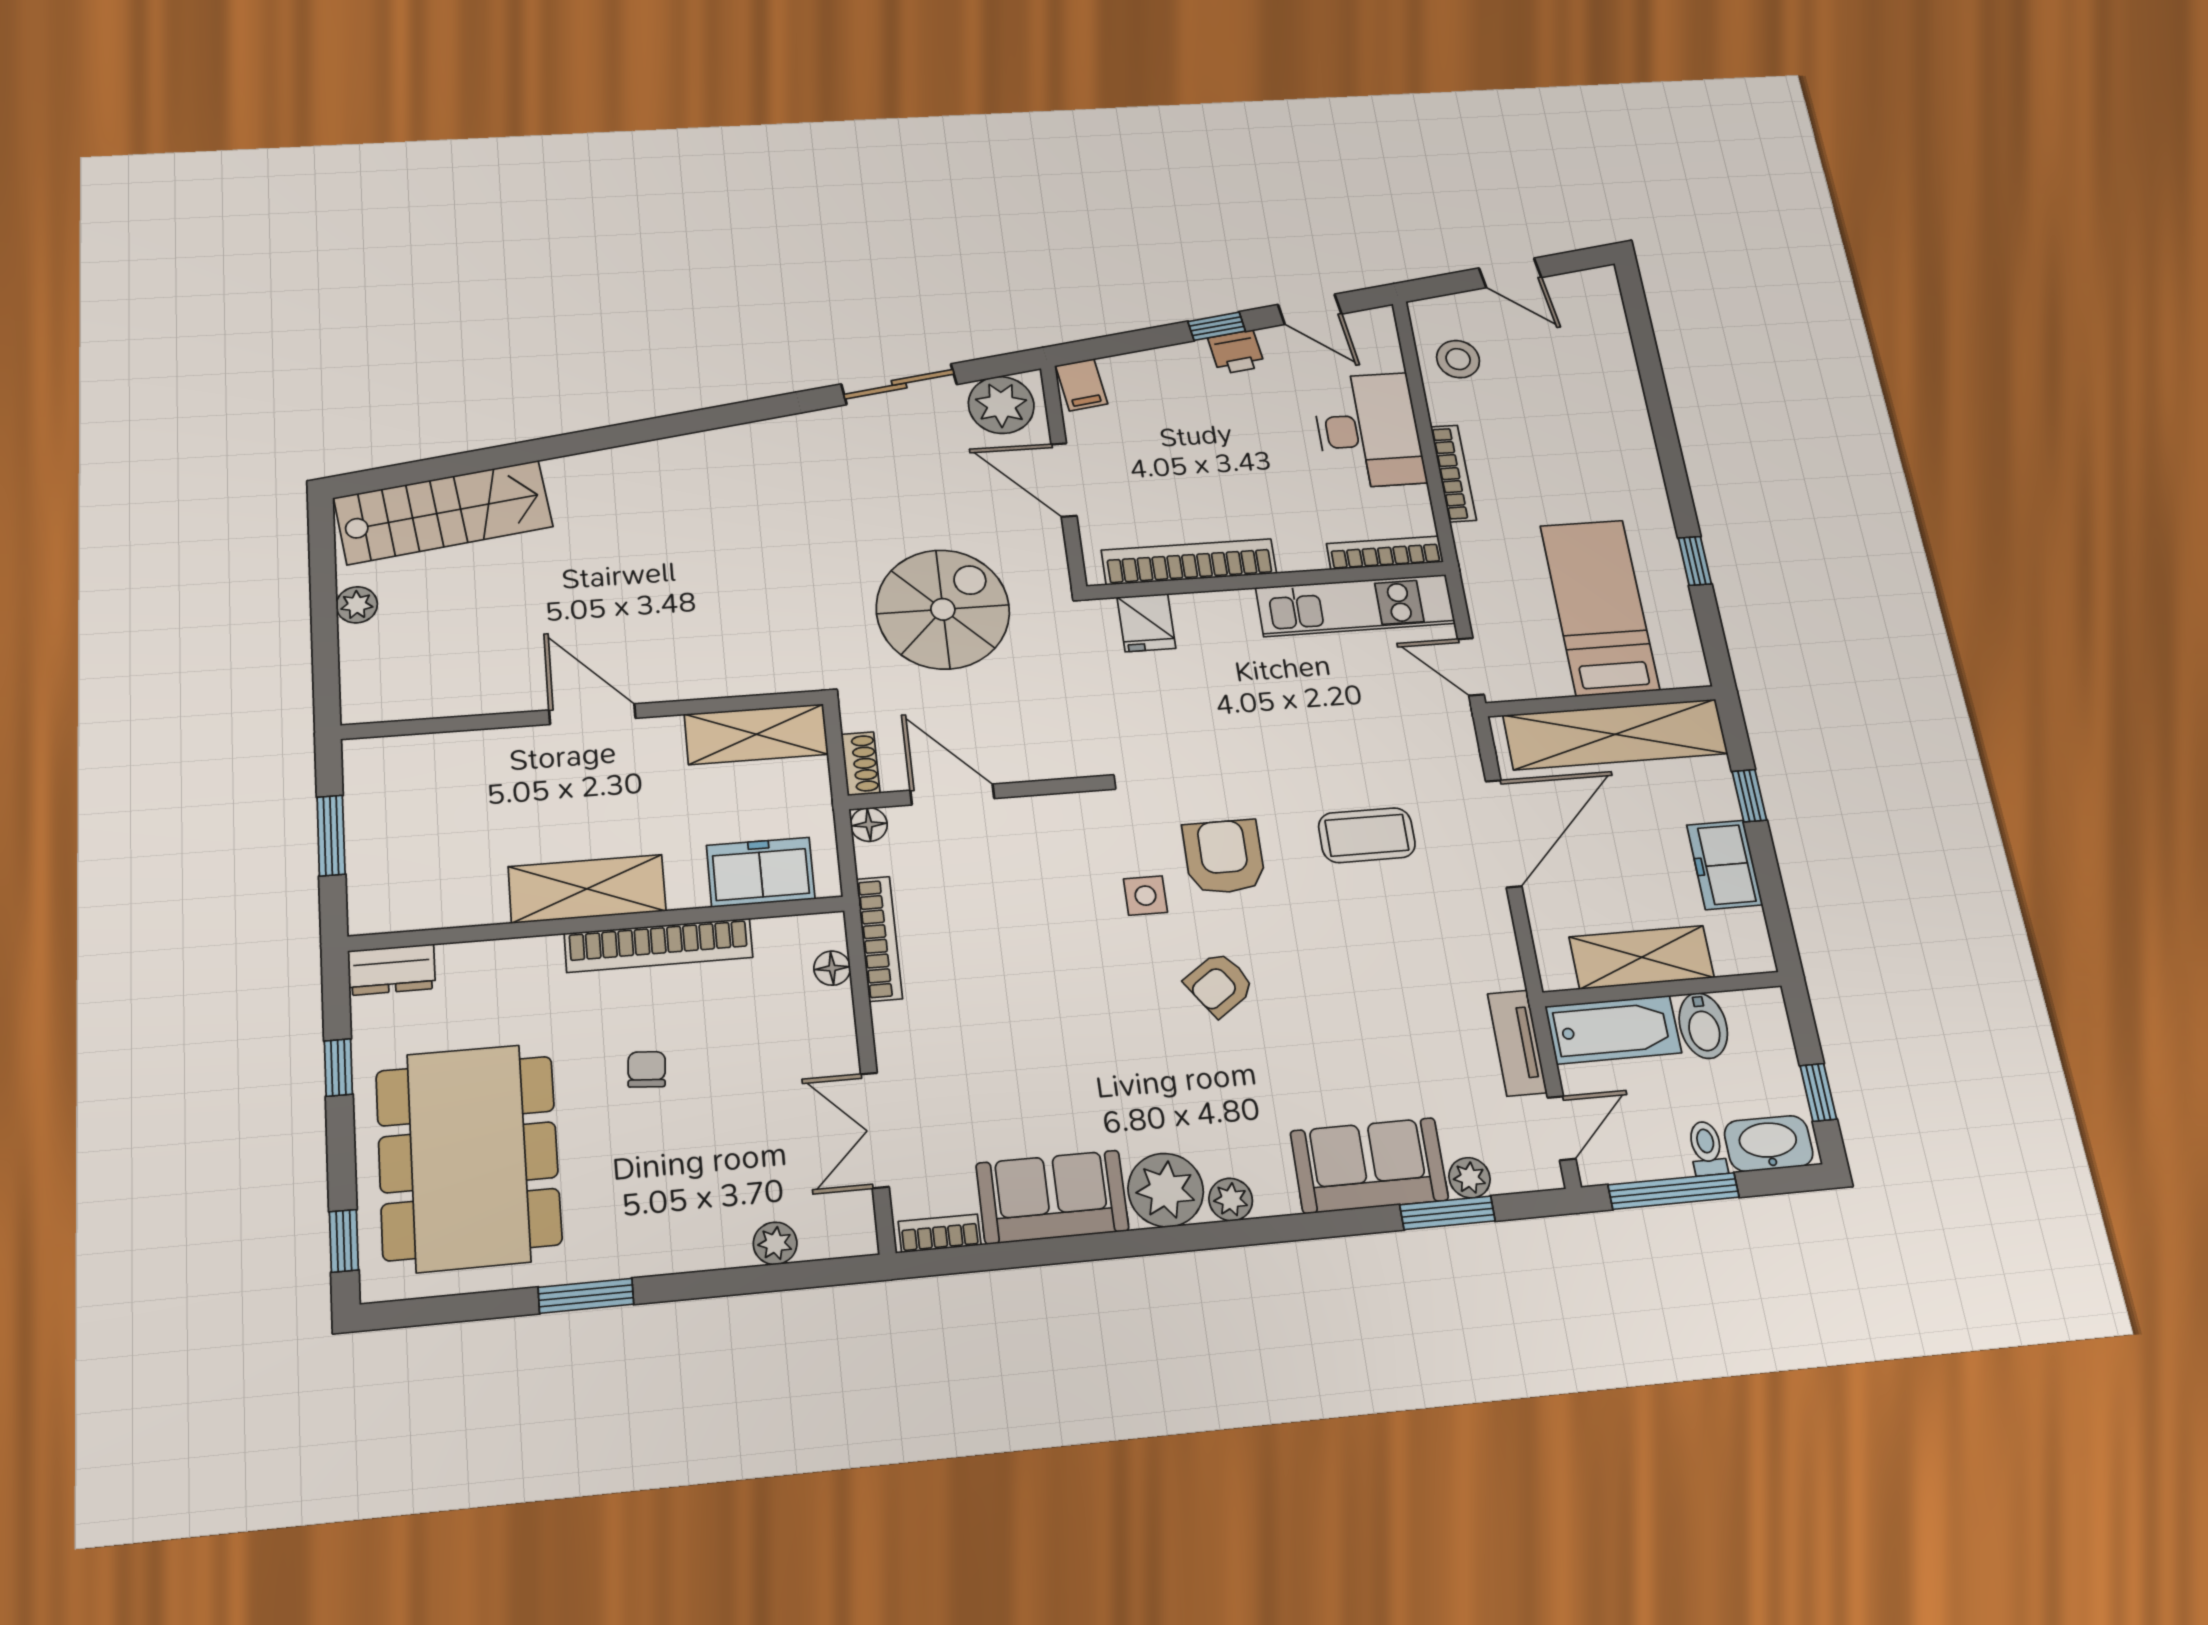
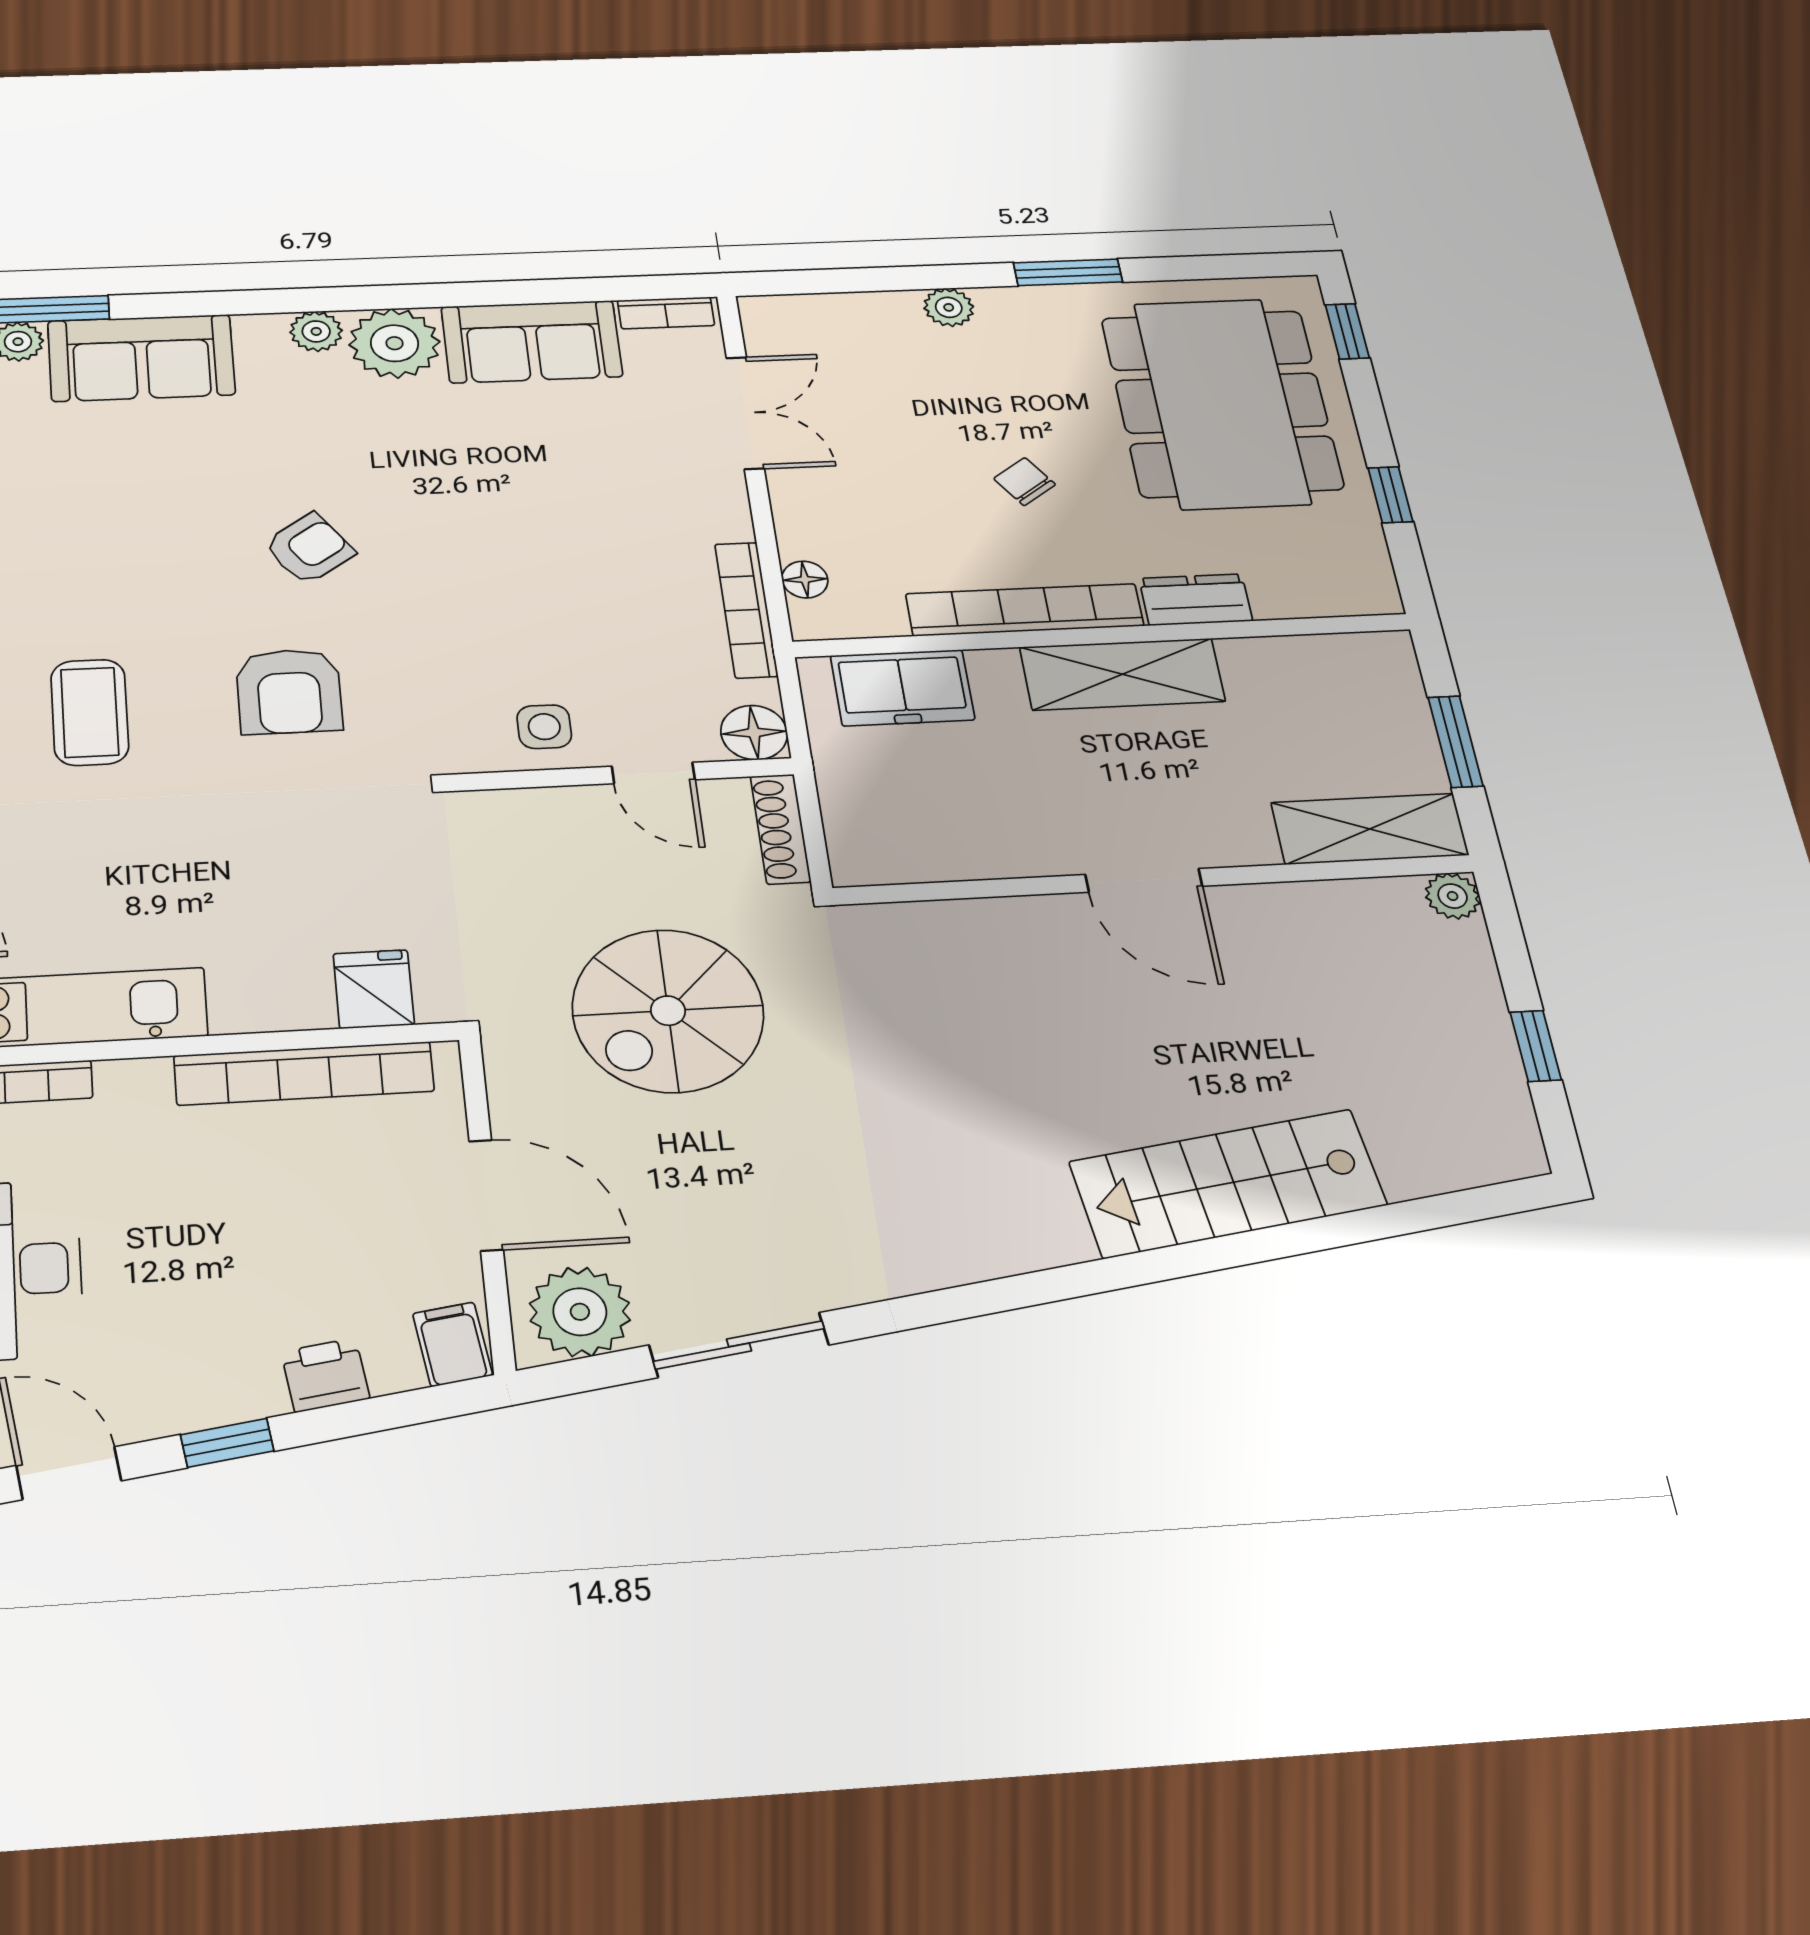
printer: (1236, 352) -> (325, 1375), moved
stairs: (443, 512) -> (1228, 1183), moved
window: (323, 590) -> (1536, 1046), added
plant: (357, 605) -> (1453, 896), moved
shelving: (756, 734) -> (1370, 829), moved
shoe rack: (861, 764) -> (781, 829), width x1.43
door: (952, 794) -> (653, 773), width x0.73
floor lamp: (869, 825) -> (754, 733), width x1.37, depth x1.37
coffee table: (1367, 835) -> (90, 712), turned 90
side table: (1145, 896) -> (544, 727), moved
dresser: (392, 970) -> (1196, 600), moved
chair: (647, 1069) -> (1024, 482), turned 141
plant: (775, 1243) -> (949, 307), moved

